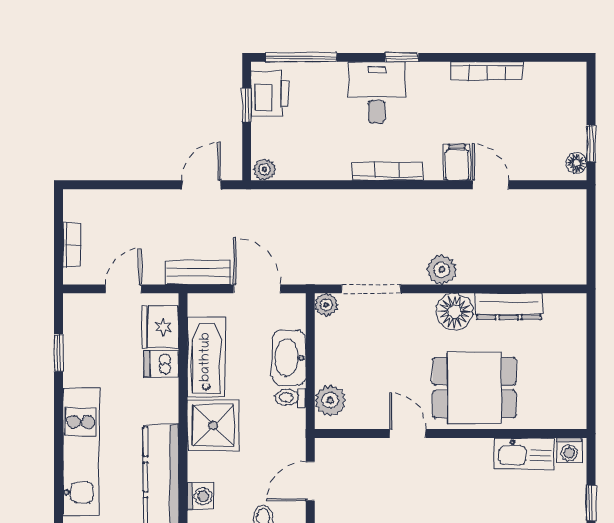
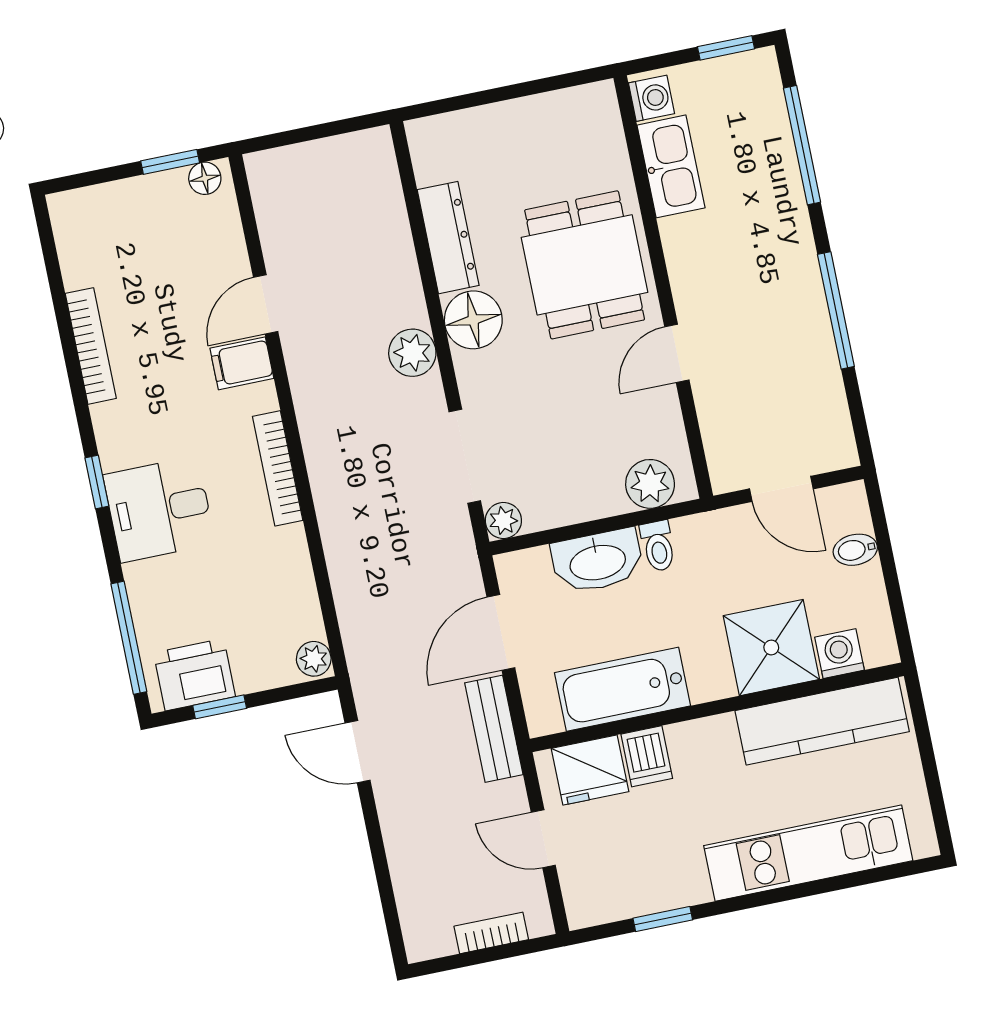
shower: (213, 425) -> (771, 648), moved

